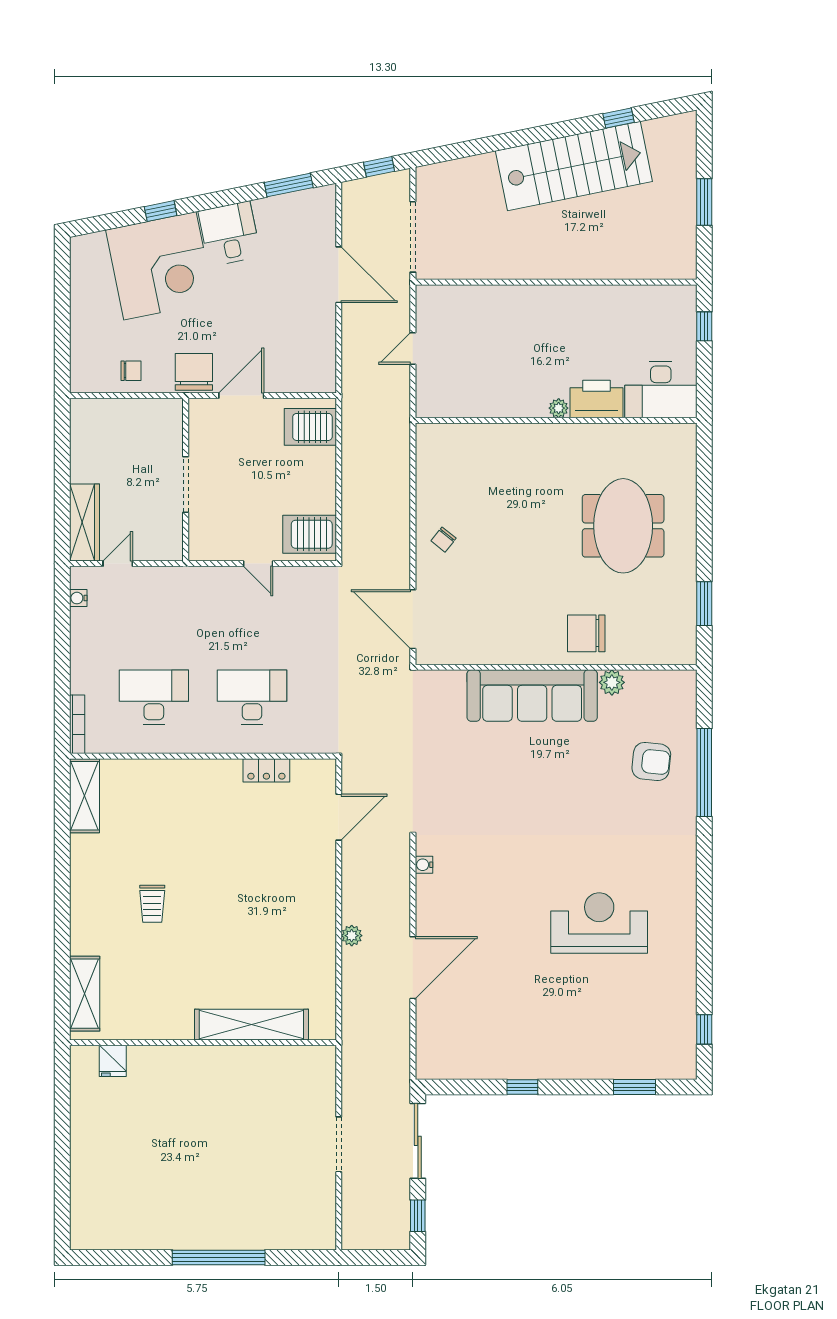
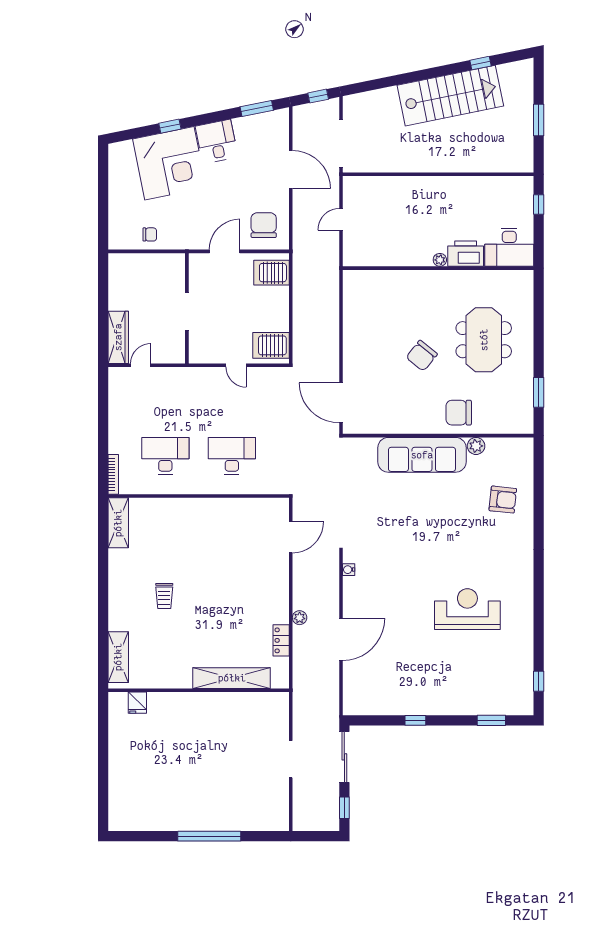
chair: (194, 372) -> (264, 225), moved
chair: (444, 540) -> (422, 356), moved, width x1.87, depth x1.87
water cooler: (78, 598) -> (114, 389), removed
locker: (266, 770) -> (281, 640), moved, turned 90
window: (704, 772) -> (539, 507), removed

